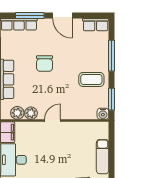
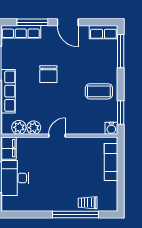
window: (112, 56) -> (121, 51), moved
exam couch: (103, 157) -> (111, 162), moved

